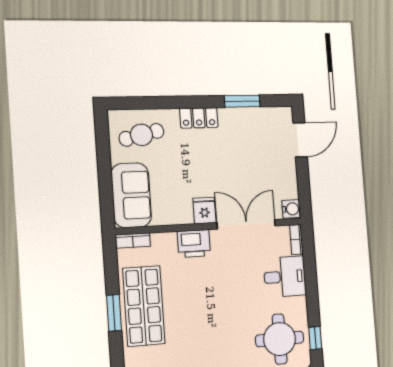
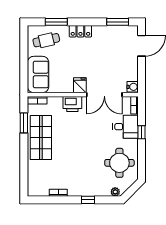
window: (242, 101) -> (118, 22), moved
window: (156, 103) -> (56, 22), added
double door: (246, 224) -> (104, 95), swing flipped
window: (114, 313) -> (24, 123), moved
window: (315, 338) -> (142, 132), moved

